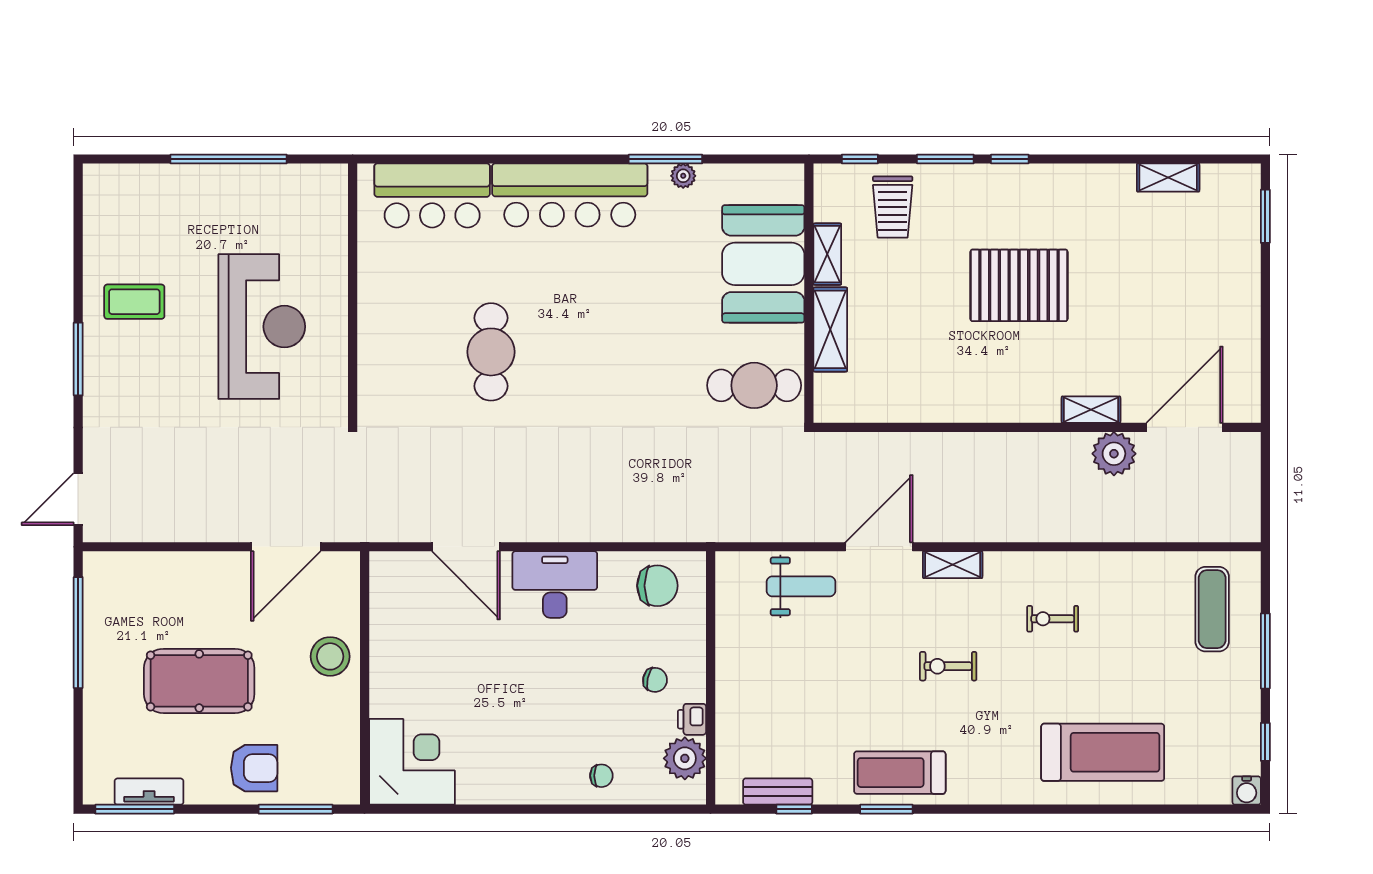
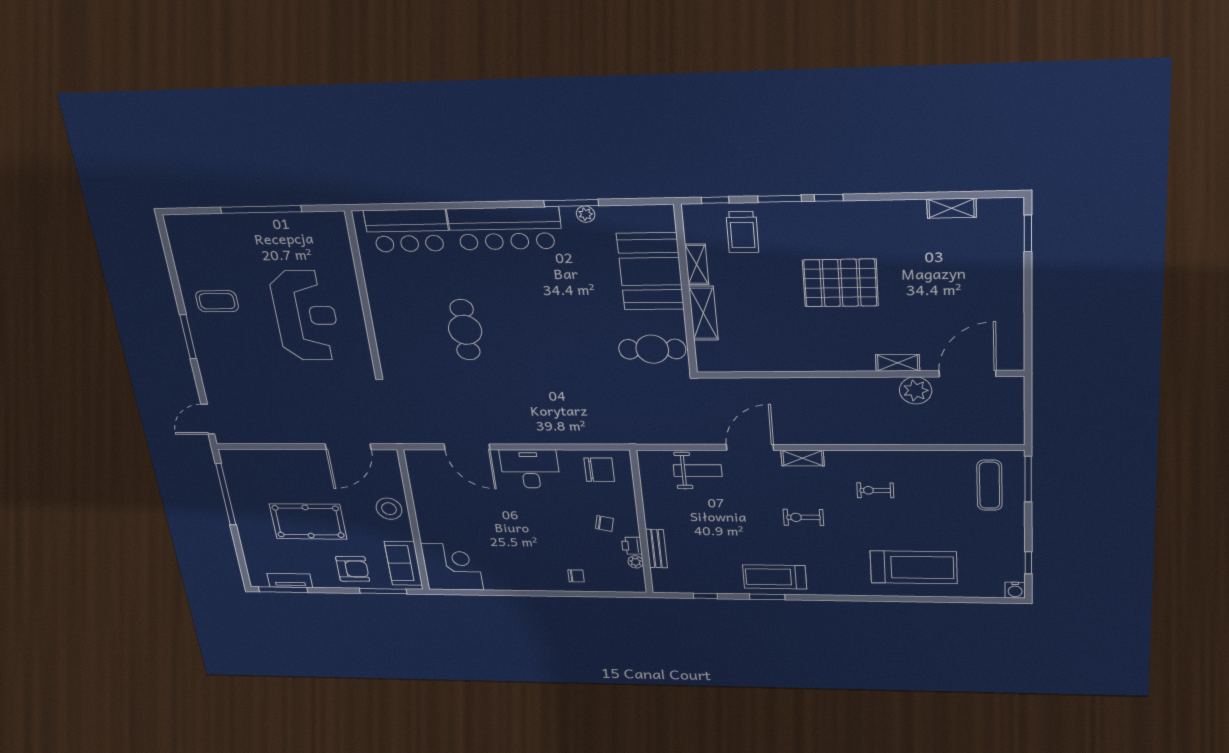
window: (1265, 651) -> (1028, 479), moved
sofa: (336, 756) -> (403, 563), added
plant: (685, 758) -> (636, 562), width x0.53, depth x0.53
bench: (778, 792) -> (656, 549), moved, turned 90

